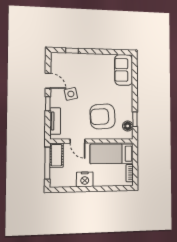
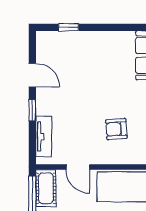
side table: (71, 94) -> (67, 95), removed
armchair: (103, 116) -> (116, 129), width x0.53, depth x0.53

